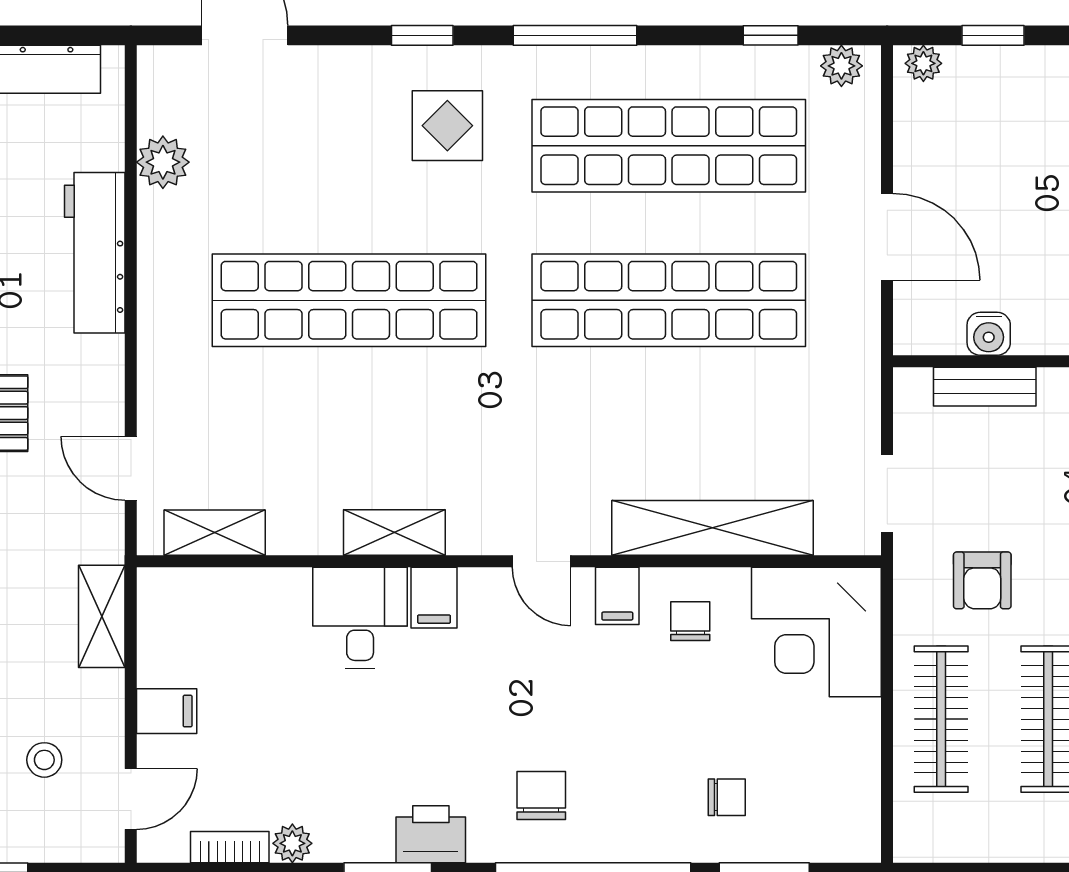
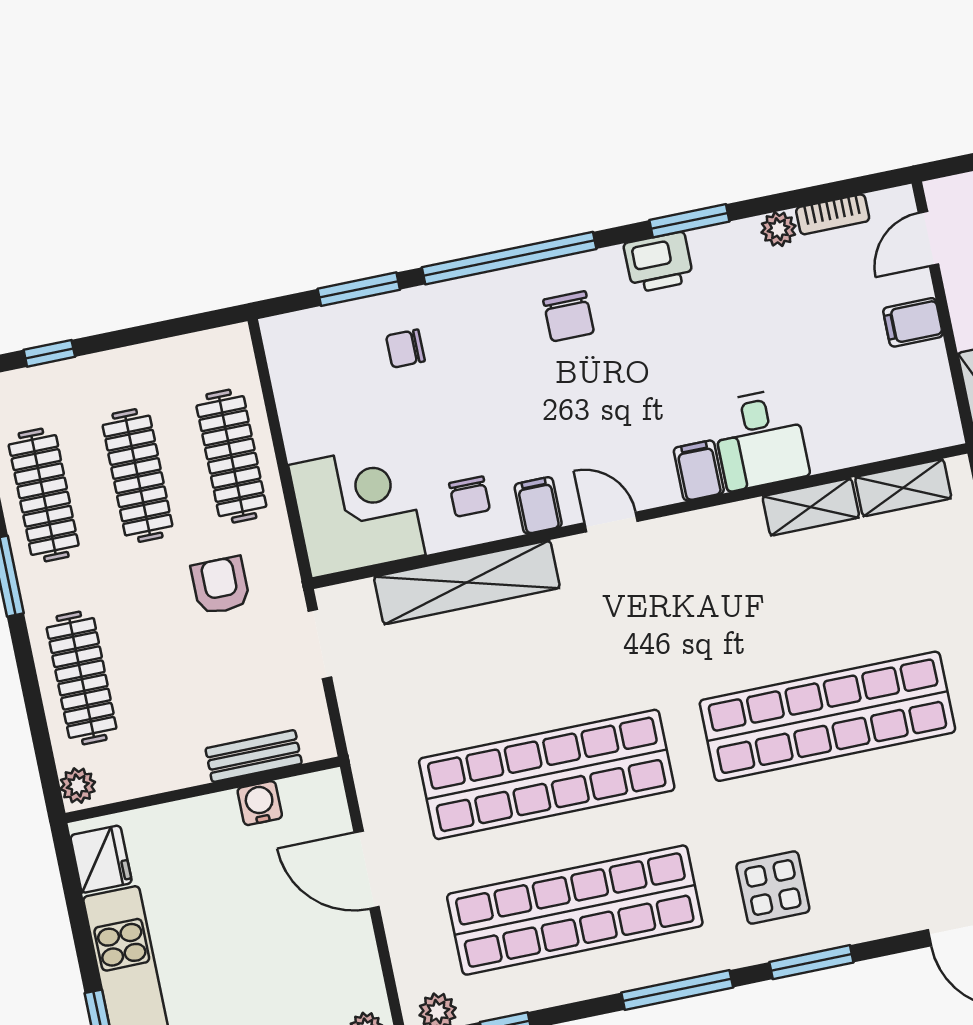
window: (422, 35) -> (811, 962), width x1.50
shelving: (394, 533) -> (811, 507), moved

